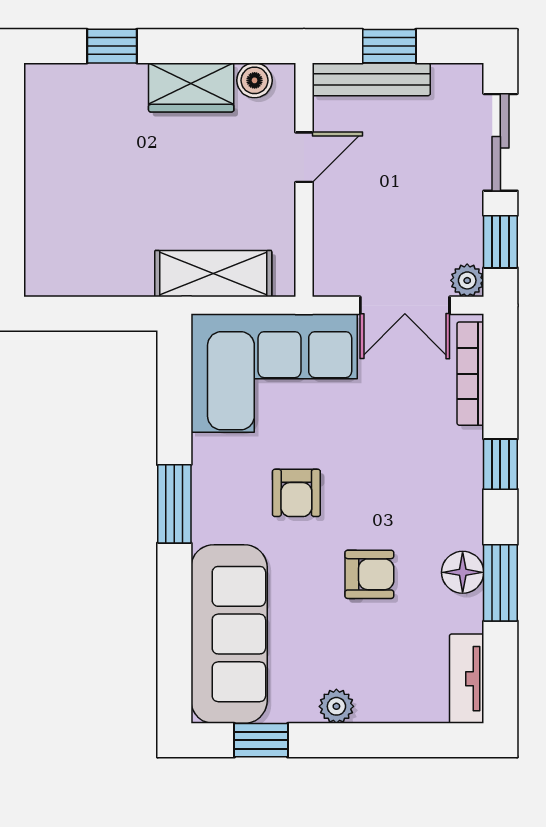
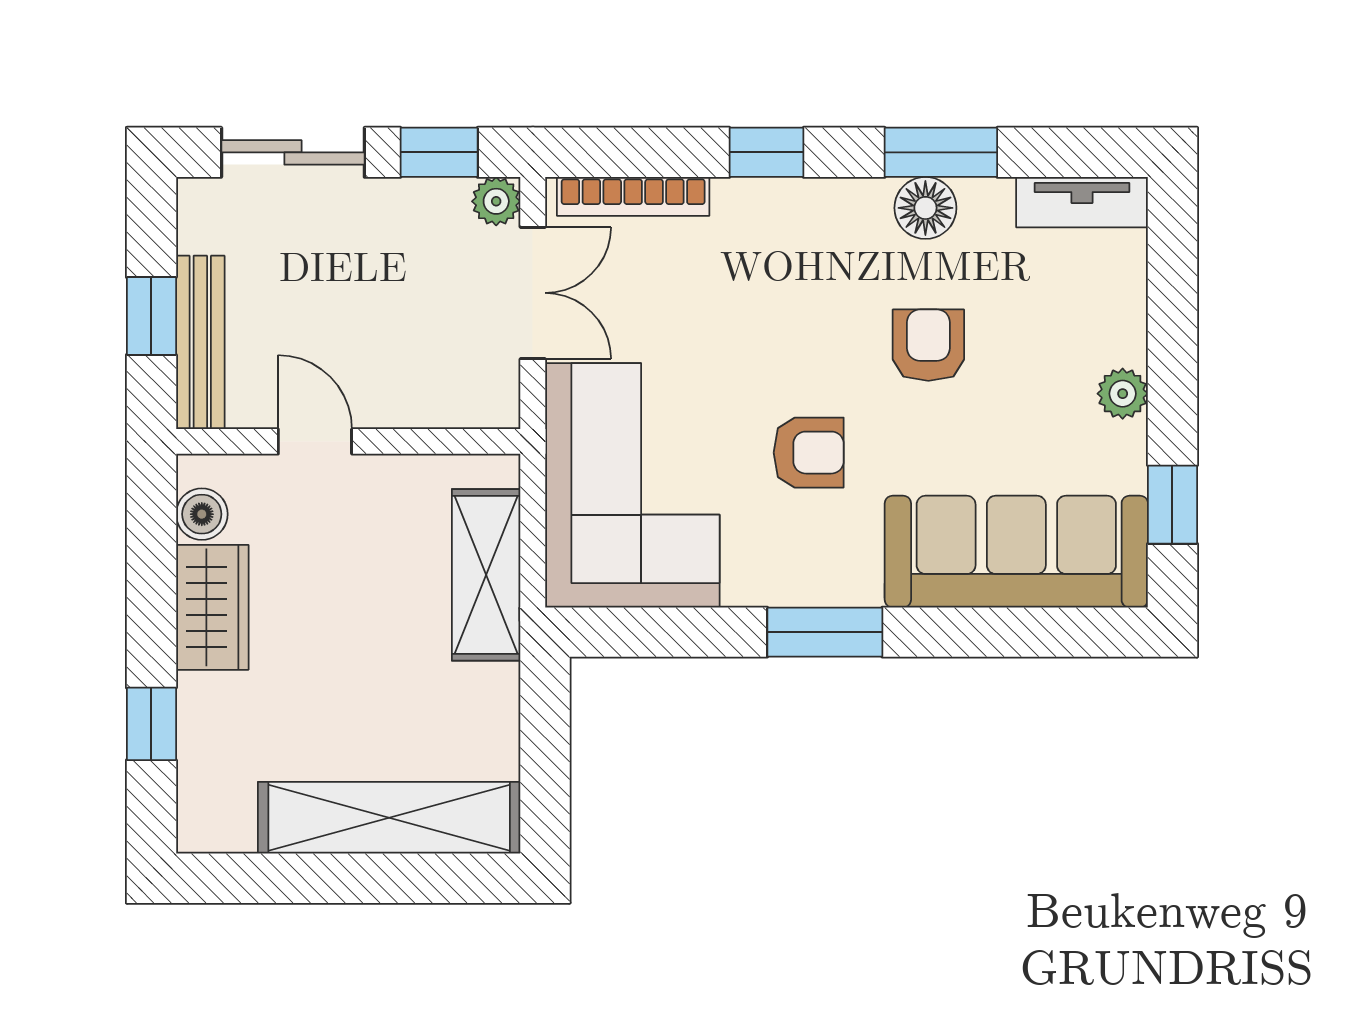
shelving: (48, 208) -> (389, 818), added

